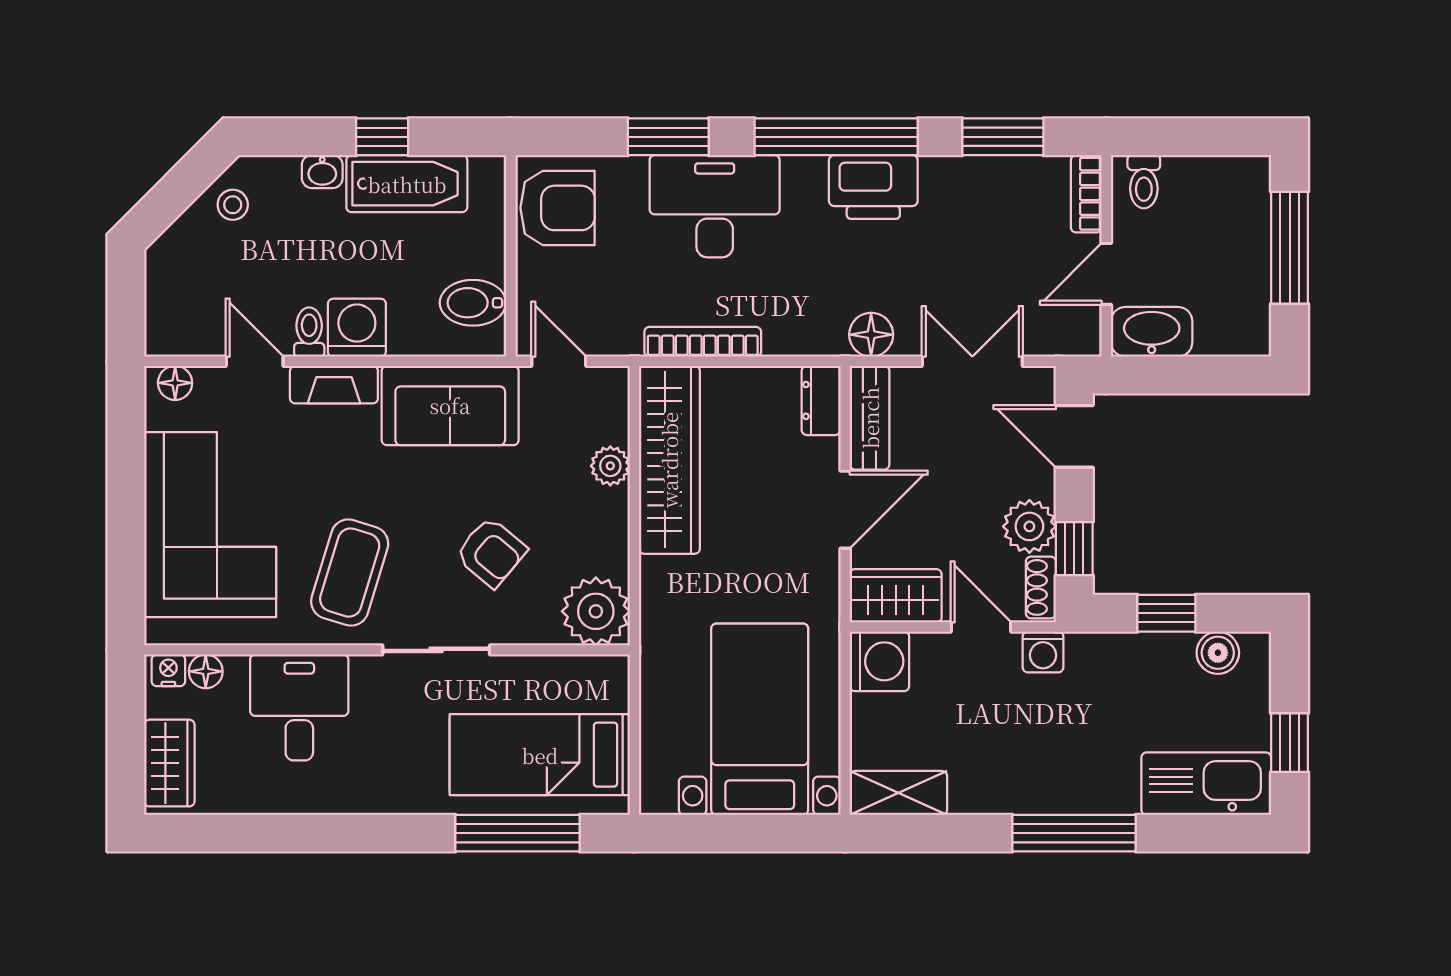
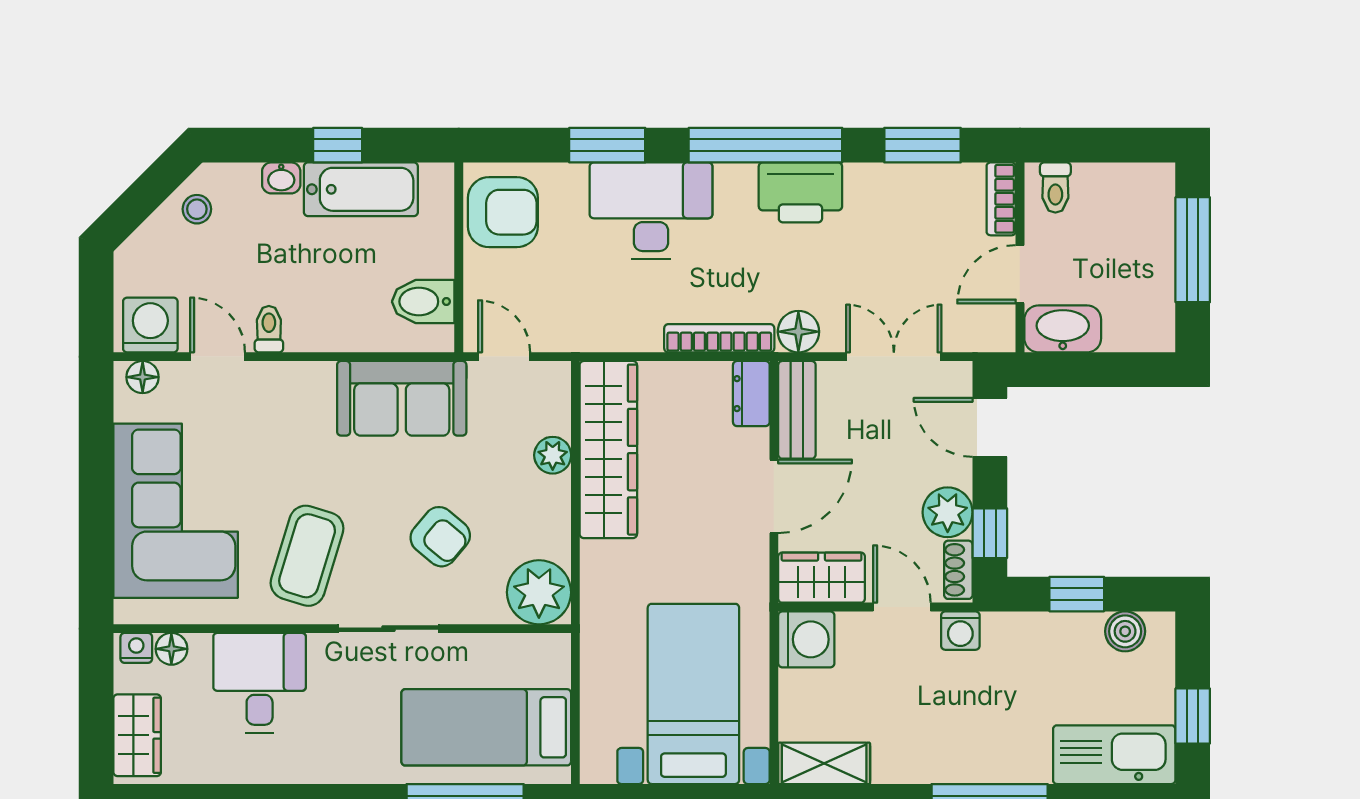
washing machine: (357, 328) -> (150, 325), moved
bookcase: (703, 342) -> (719, 338), moved
fireplace: (334, 385) -> (292, 379), removed

